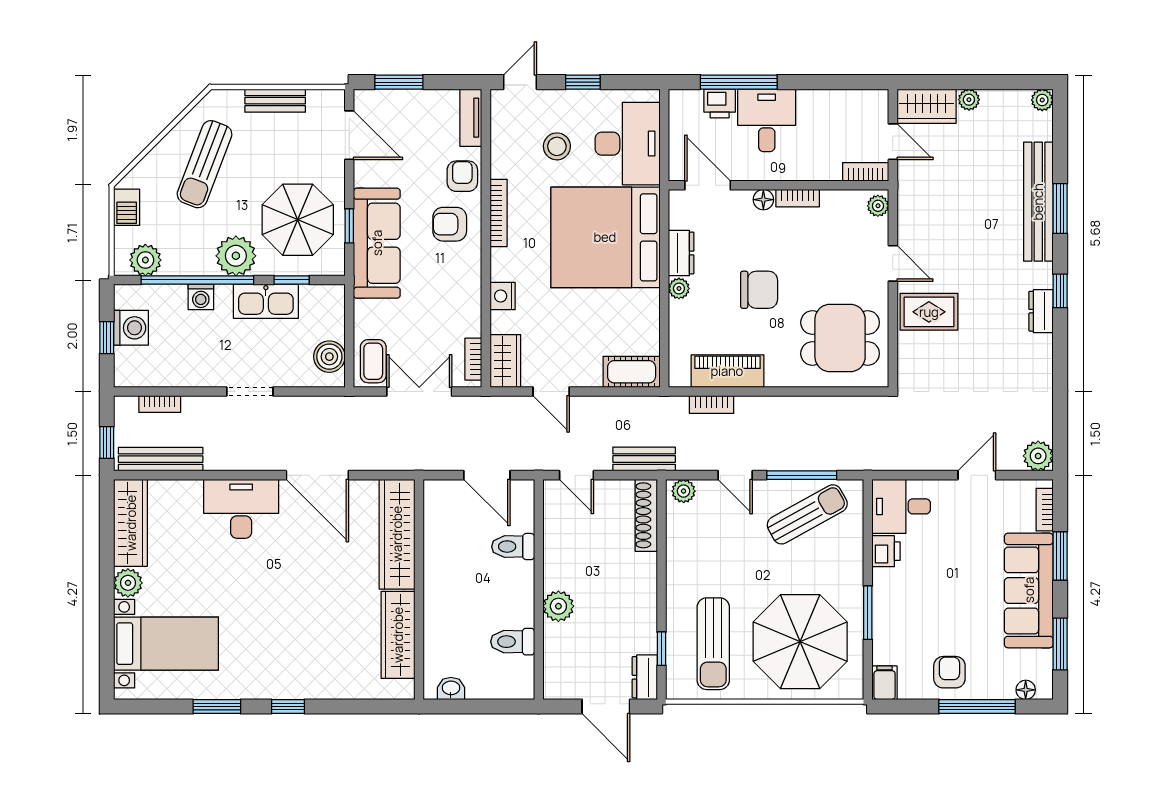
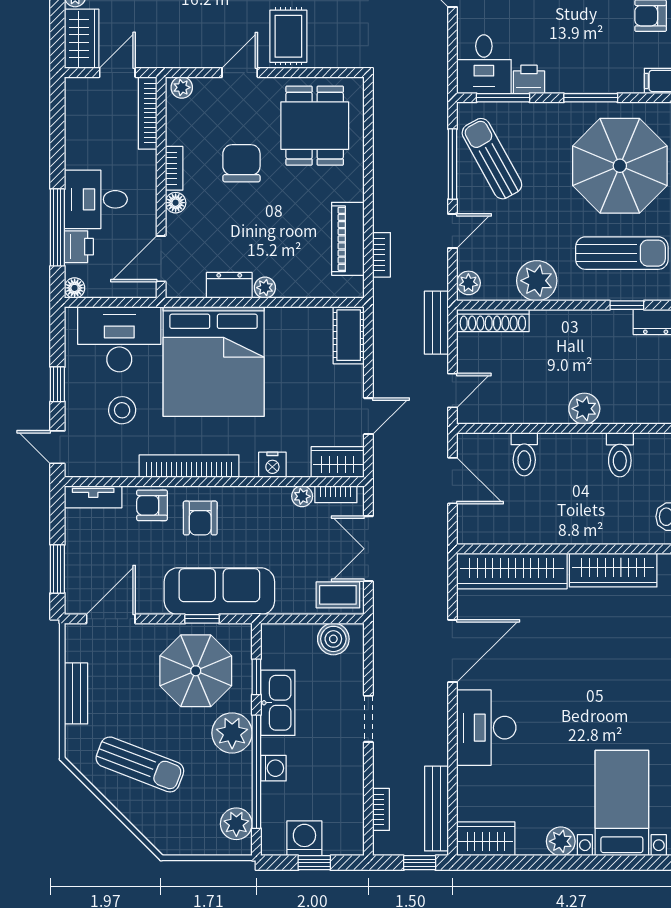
floor lamp: (679, 99) -> (75, 288), added
bookcase: (866, 172) -> (148, 113), width x1.56
barbecue: (127, 207) -> (183, 843), removed
bookcase: (499, 213) -> (189, 466), width x1.48, depth x1.31
chair: (759, 290) -> (241, 163), moved
plant: (471, 325) -> (302, 496), added
door: (487, 475) -> (452, 481), hinge flipped
wardrobe: (131, 523) -> (486, 839), width x0.67
window: (868, 525) -> (503, 98), added
plant: (686, 559) -> (537, 281), added

